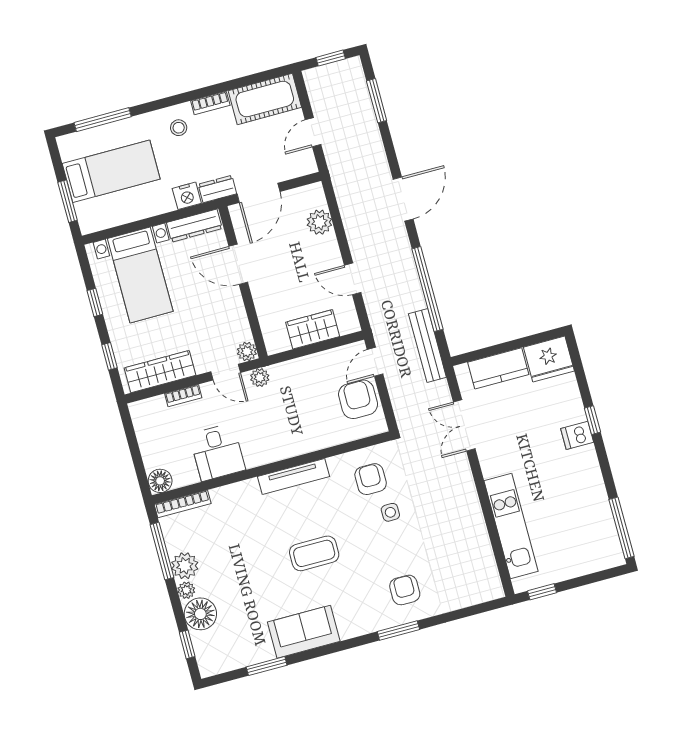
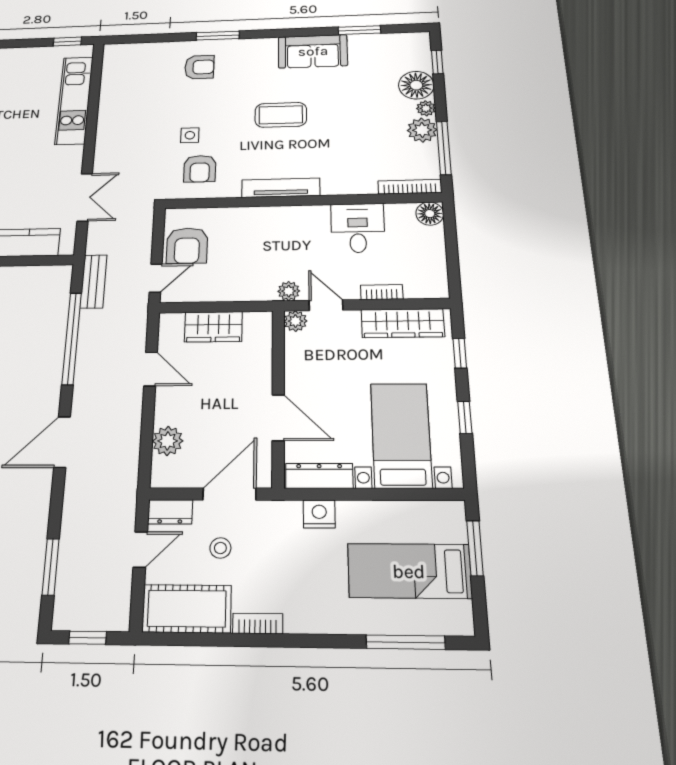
stool: (179, 128) -> (220, 548), moved
dresser: (217, 189) -> (170, 512), moved
bench: (427, 345) -> (93, 281), width x0.73
armchair: (405, 590) -> (199, 67), turned -90

